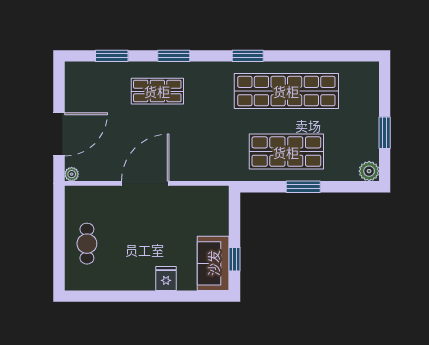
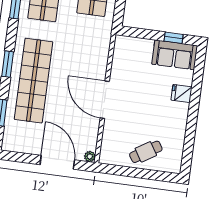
shop shelf: (157, 91) -> (34, 81), width x2.00, depth x1.36
cafe table: (87, 244) -> (146, 152), turned -32

